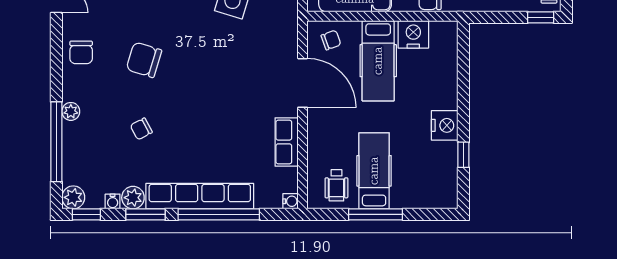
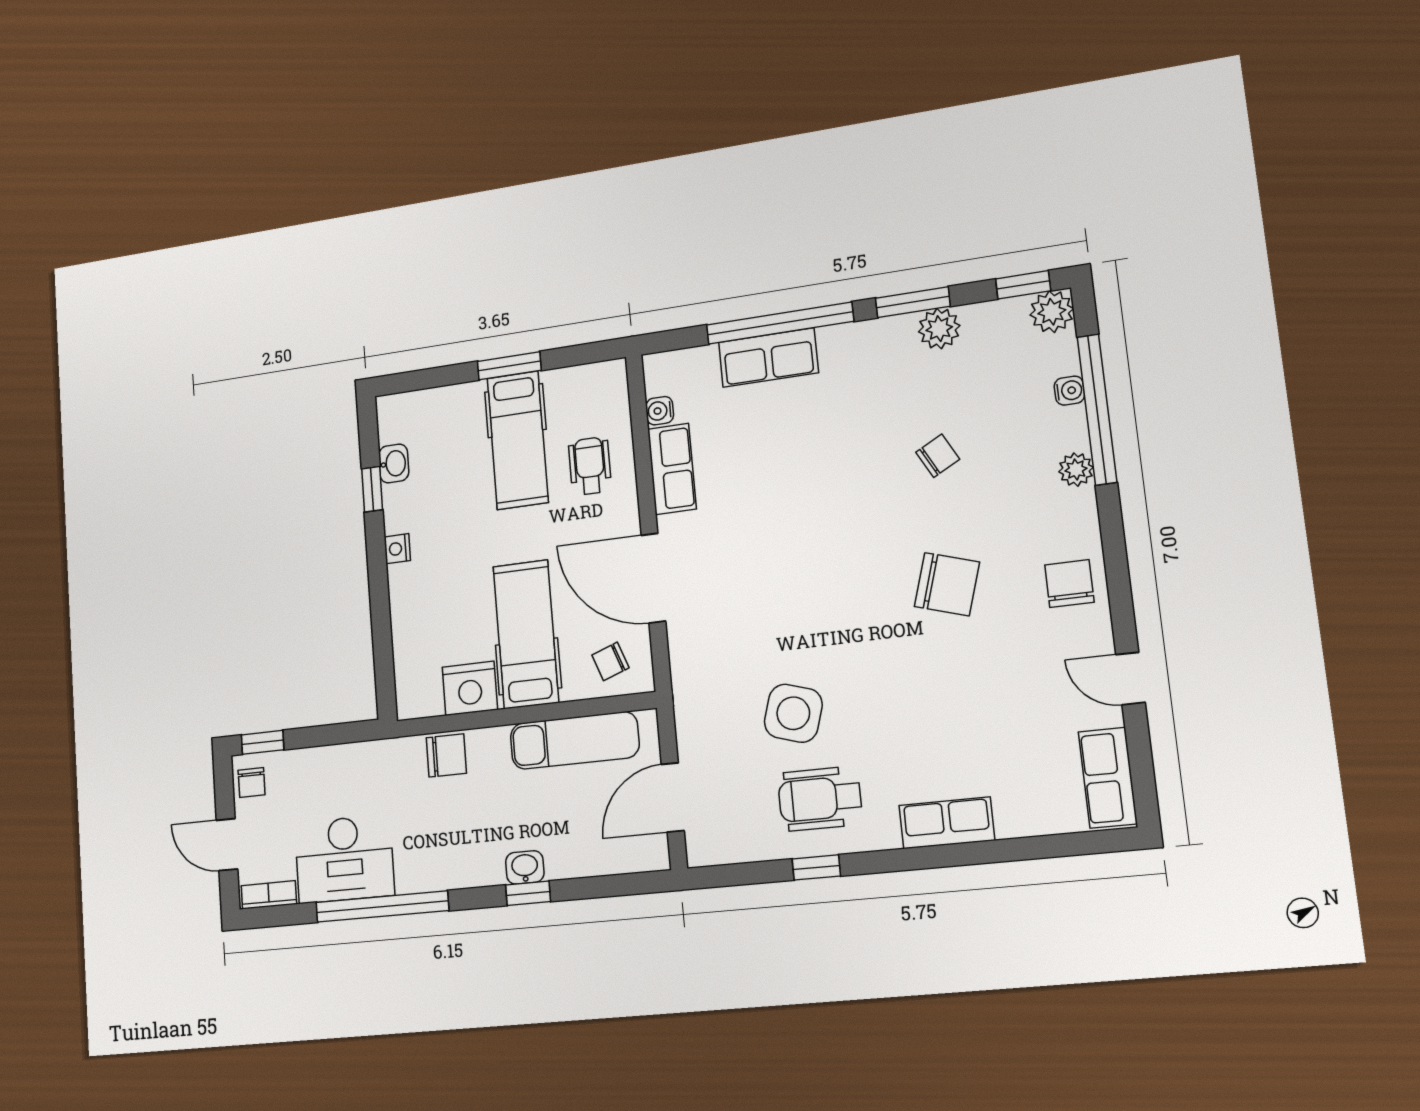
nightstand: (445, 125) -> (397, 549), width x0.53, depth x0.56
washbasin: (449, 168) -> (394, 464), added
wheelchair: (336, 185) -> (590, 466), moved
row of seats: (200, 196) -> (768, 358), width x0.50
water cooler: (113, 201) -> (1069, 391), moved, turned 90
water cooler: (291, 201) -> (660, 411), moved
window: (376, 214) -> (509, 366), width x0.69

